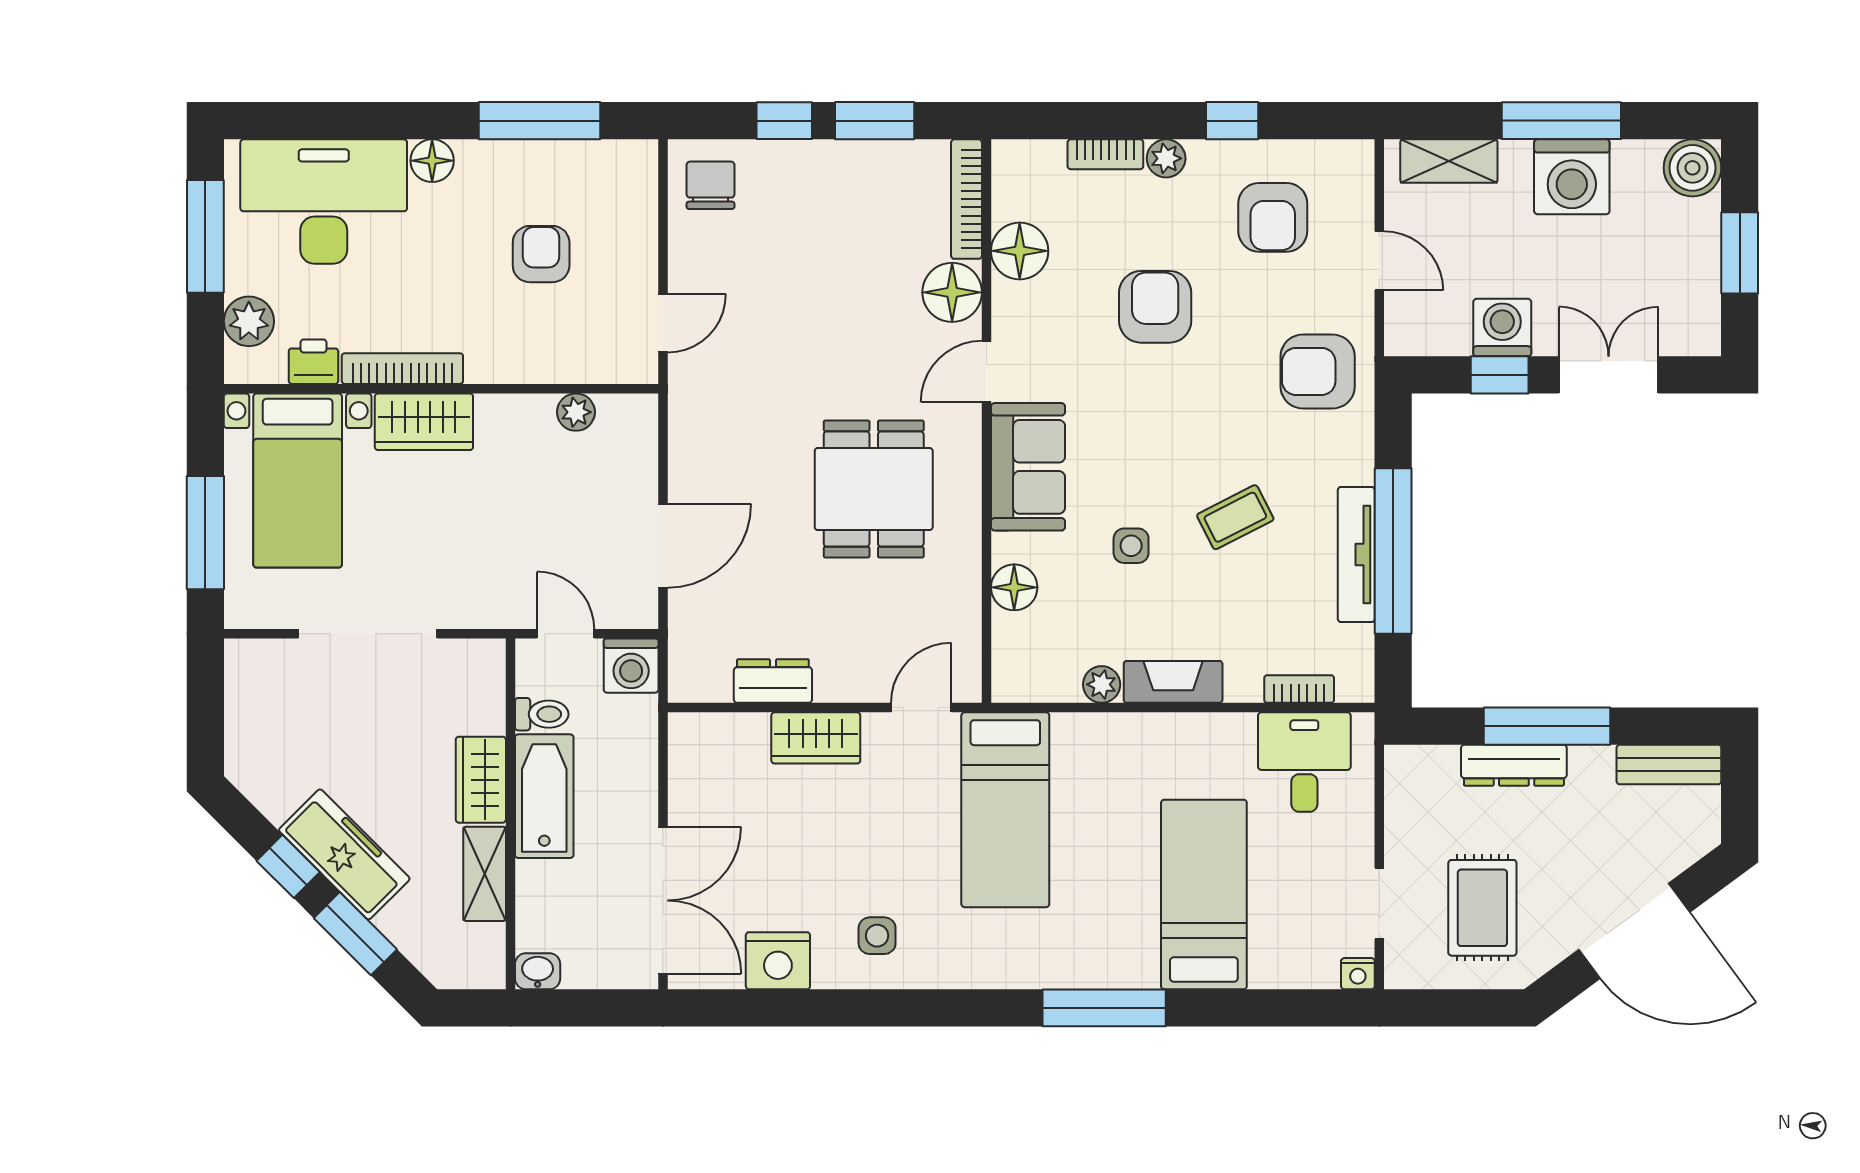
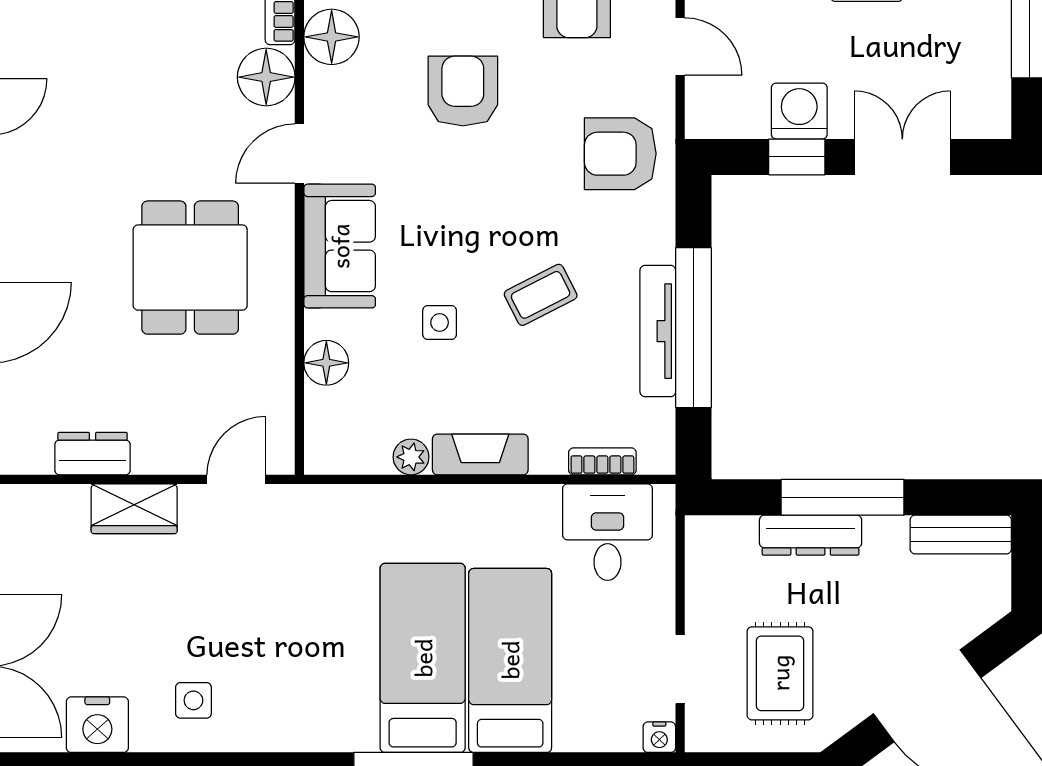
bed: (1005, 810) -> (423, 658), moved, turned 180

